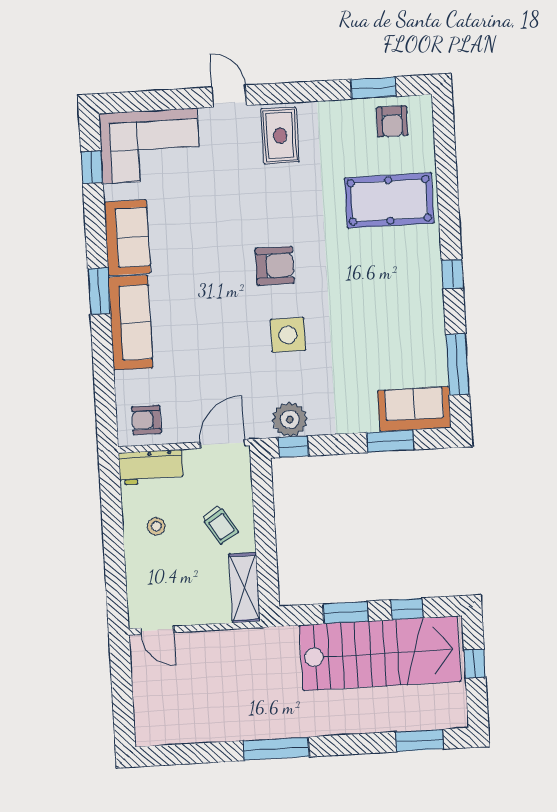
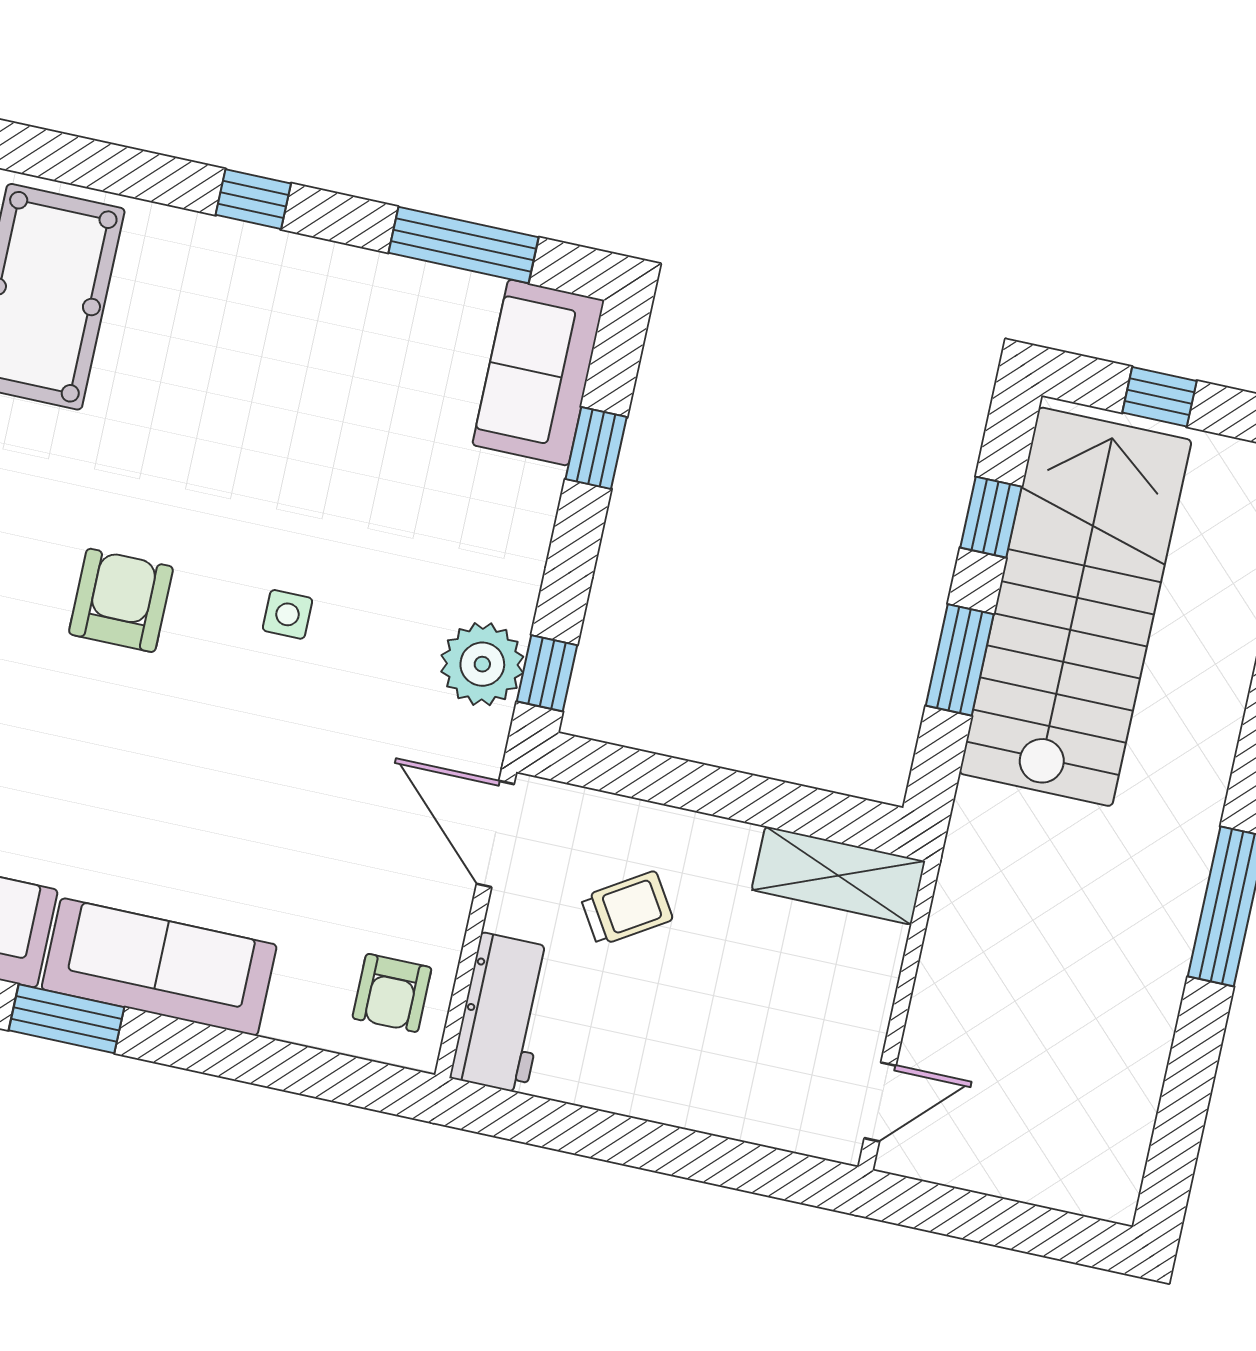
side table: (288, 335) -> (287, 614), width x0.54, depth x0.54
window: (390, 441) -> (596, 448), width x0.67
trolley: (220, 525) -> (627, 908), moved
stool: (156, 526) -> (642, 1038), removed

